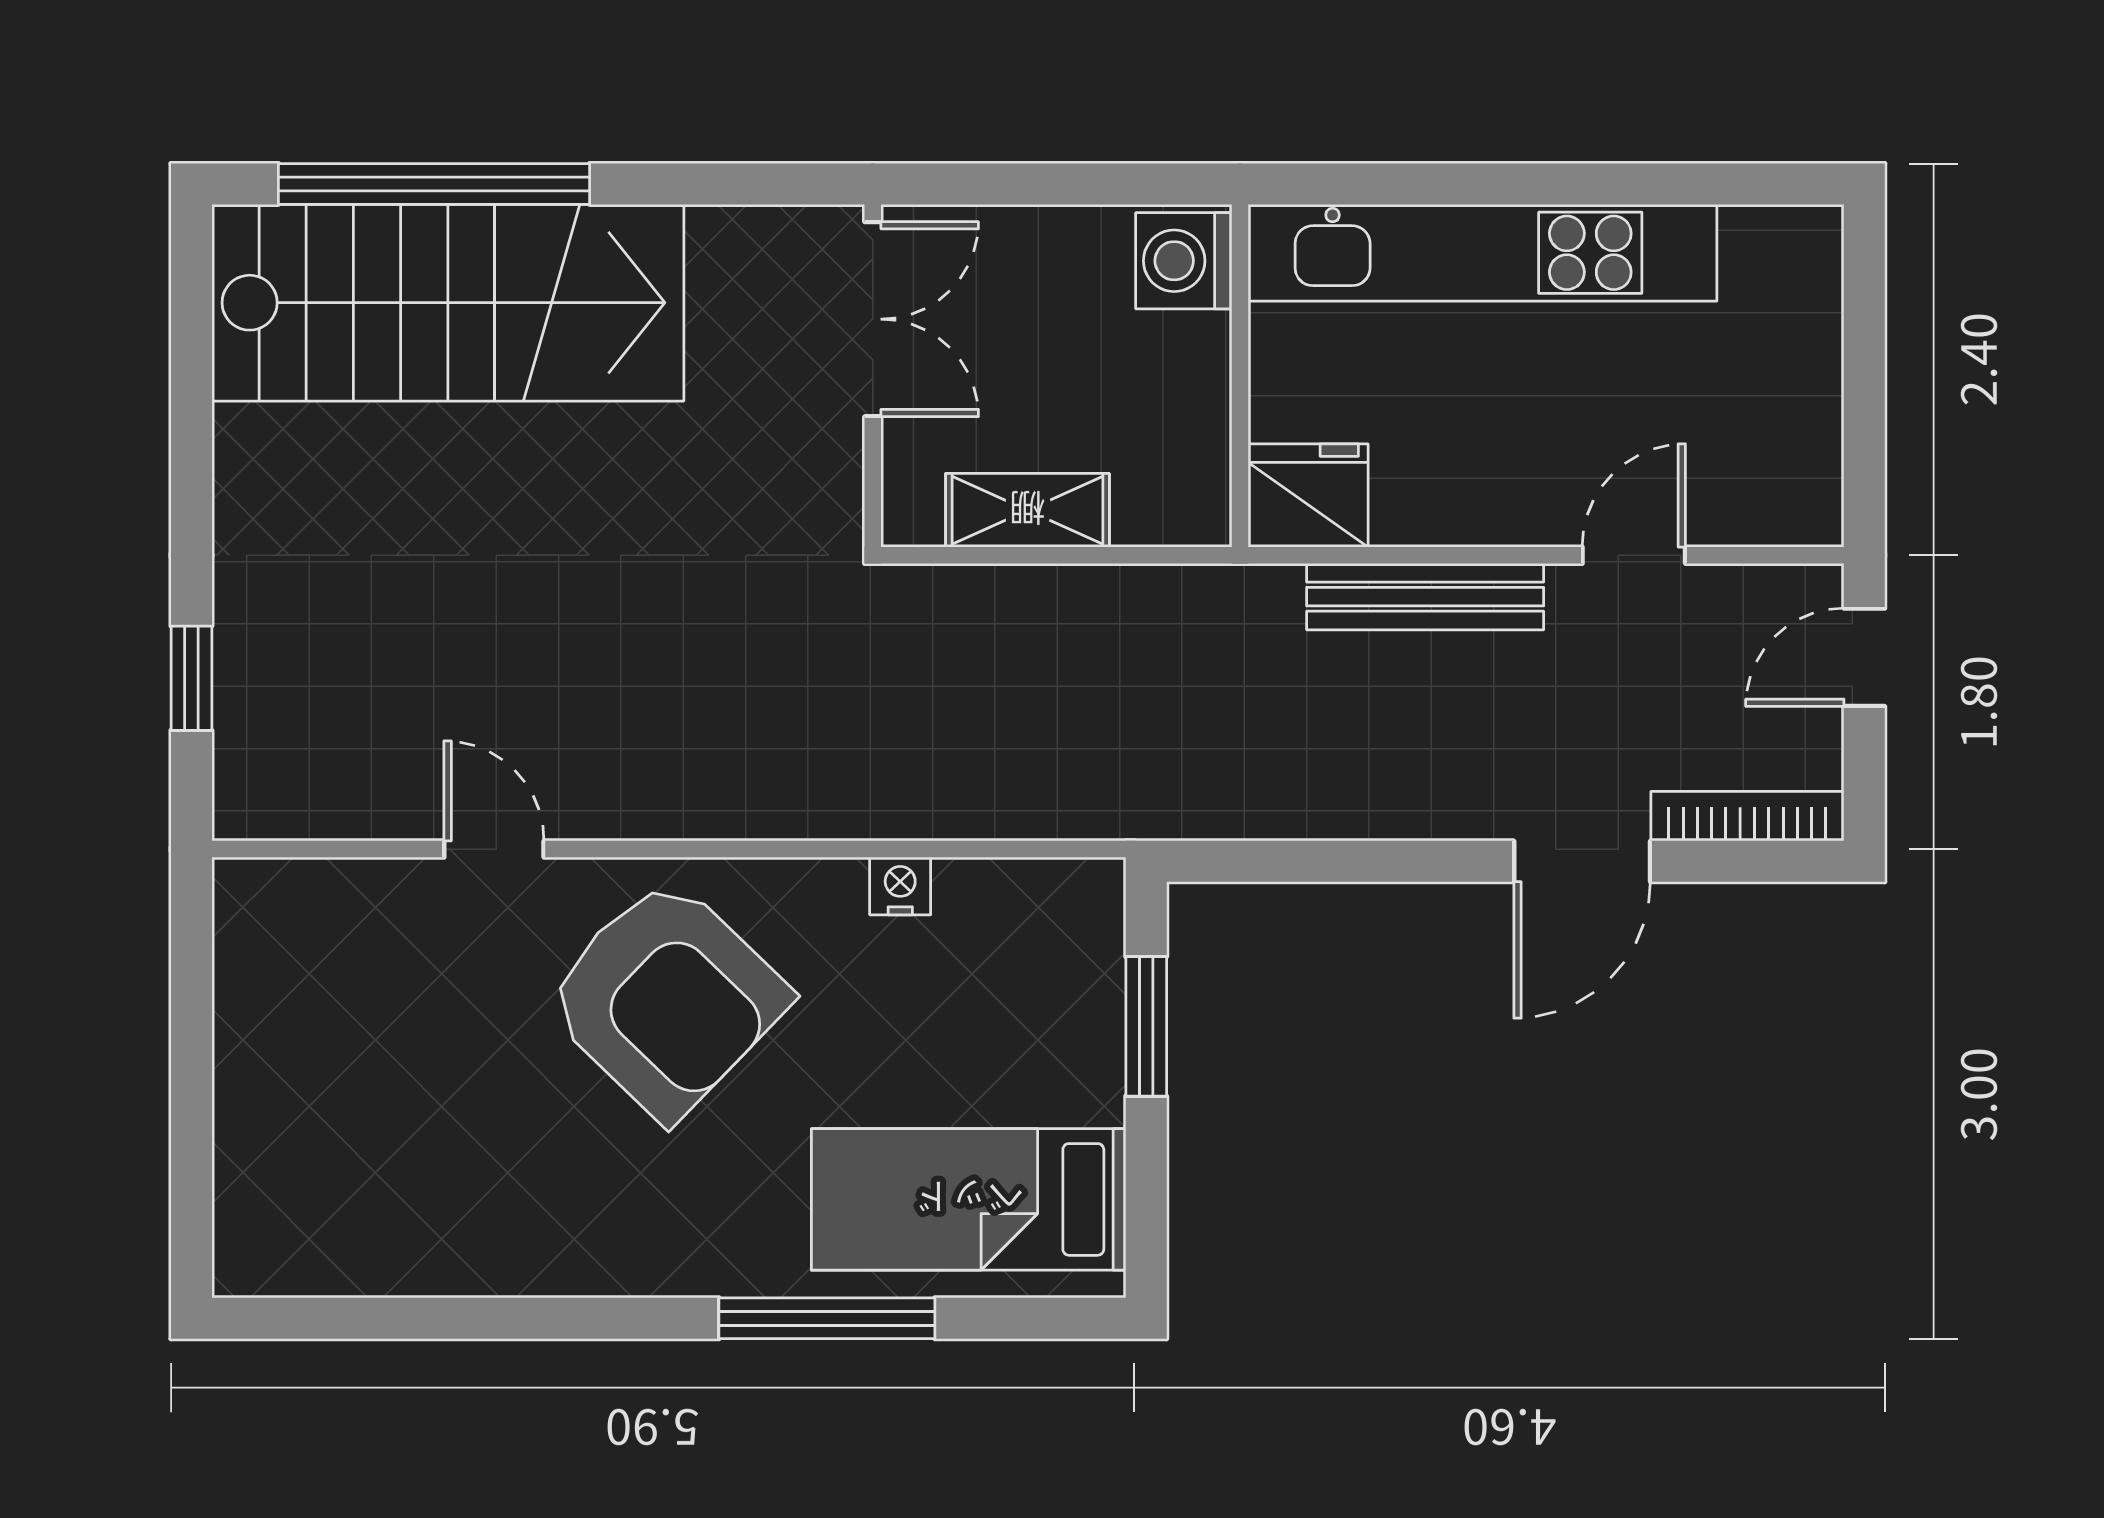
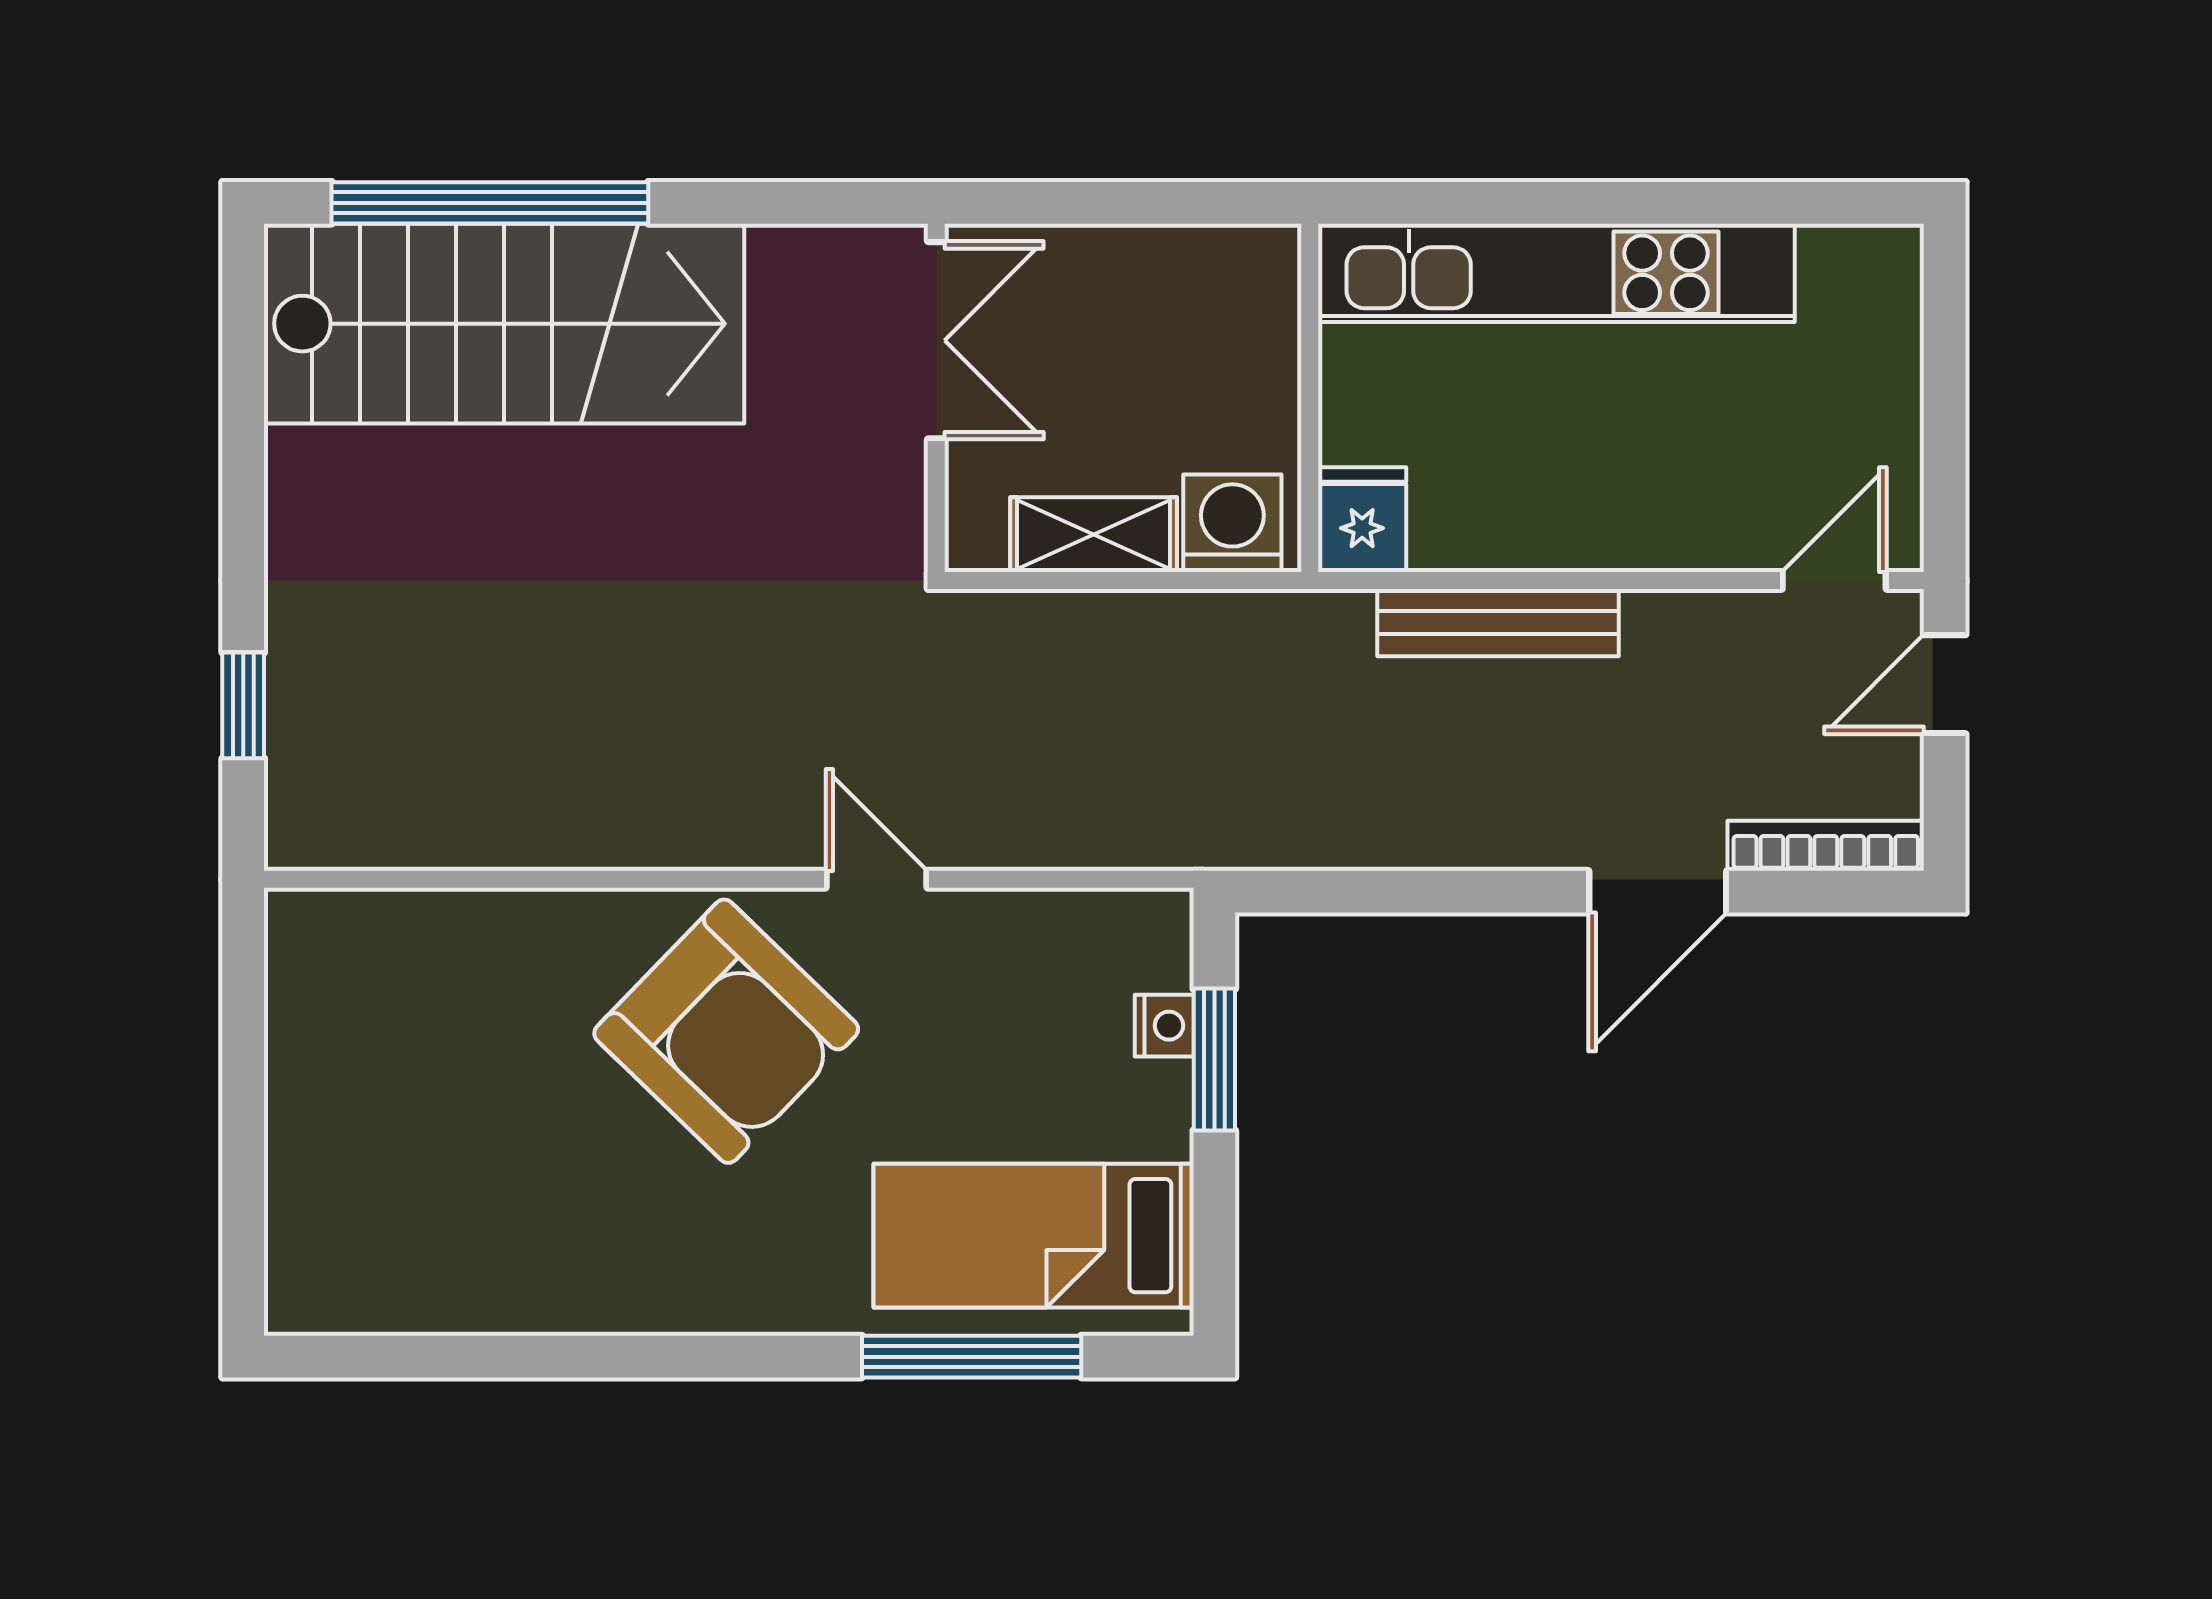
washing machine: (1184, 261) -> (1232, 523), moved, turned 90
fridge: (1308, 495) -> (1362, 520), width x0.72
door: (1634, 555) -> (1834, 580), moved
door: (494, 849) -> (877, 879), moved
nightstand: (900, 886) -> (1164, 1026), moved, turned 90
window: (827, 1318) -> (972, 1357), moved

